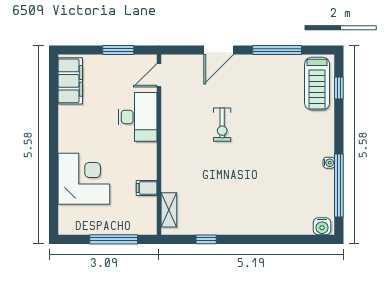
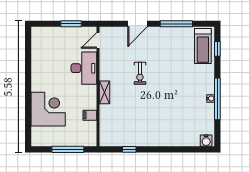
filing cabinet: (70, 81) -> (39, 44), removed
window: (339, 186) -> (217, 99), moved
shelving: (169, 210) -> (105, 92), moved

